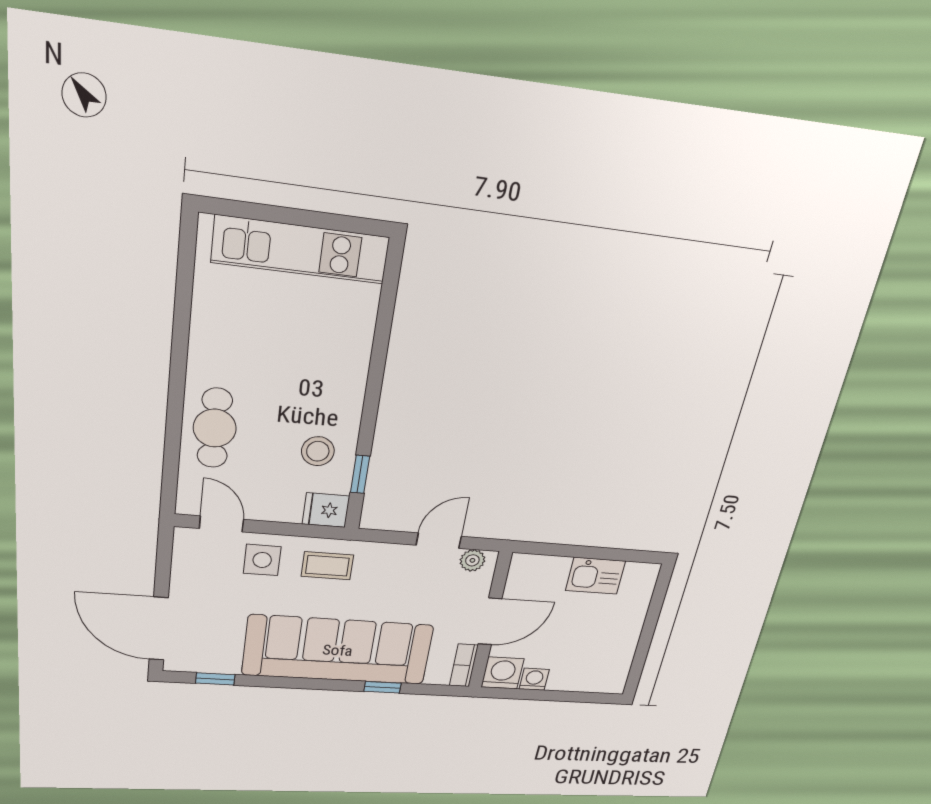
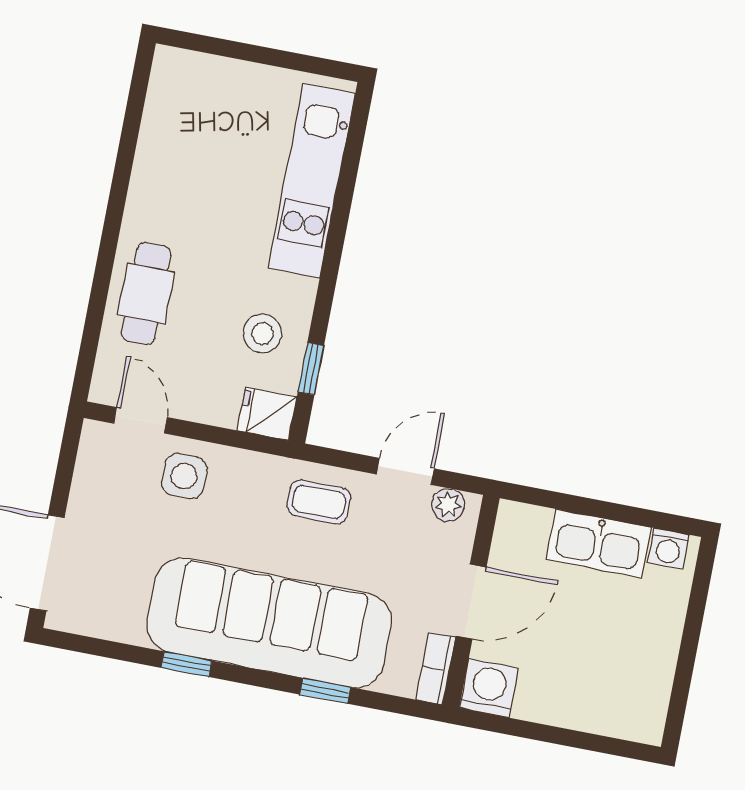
kitchen unit: (301, 250) -> (312, 181), moved, turned 90
coffee table: (327, 566) -> (319, 502), moved
kitchen sink: (595, 576) -> (598, 543), width x1.38
window: (215, 679) -> (186, 664), moved
washing machine: (534, 679) -> (668, 549), moved, turned 180

